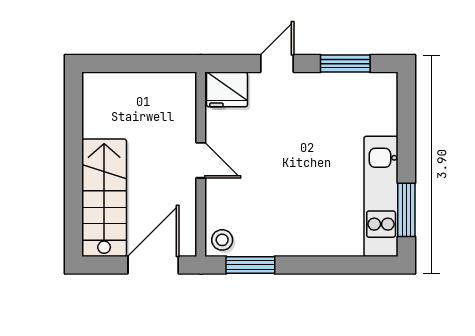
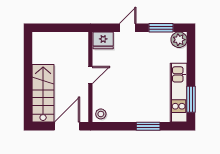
plant: (382, 88) -> (179, 40), added
door: (201, 160) -> (90, 75), hinge flipped
window: (250, 265) -> (148, 126), moved

